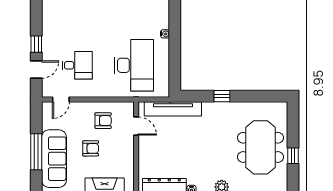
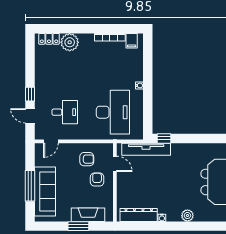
door: (36, 70) -> (30, 116), swing flipped
window: (222, 96) -> (164, 138), moved
armchair: (91, 148) -> (97, 180), moved, turned -90

